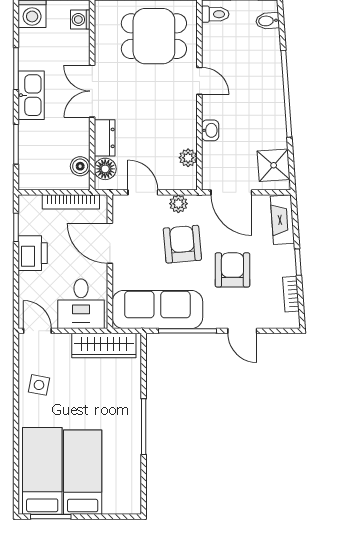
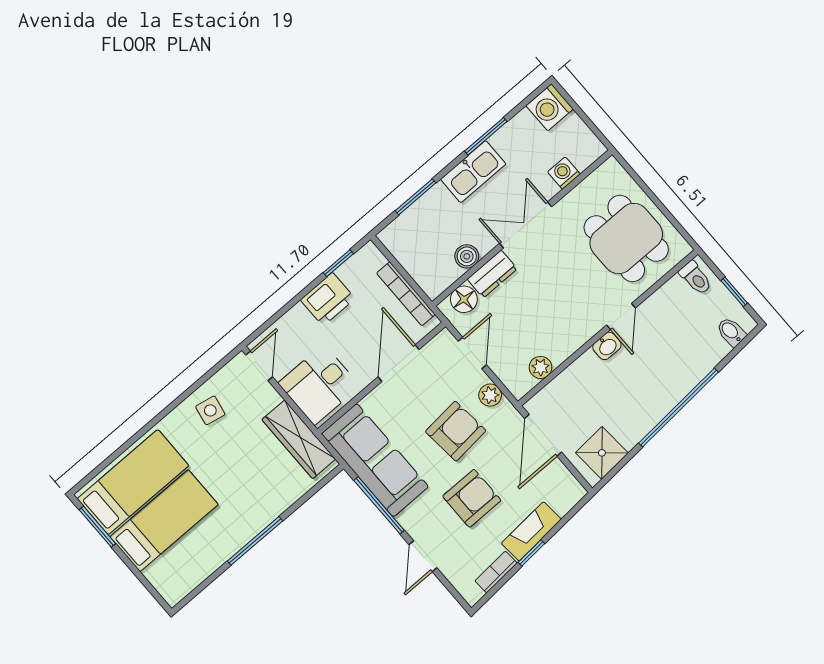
washing machine: (80, 19) -> (564, 173), moved
washbasin: (210, 130) -> (607, 346), moved
boiler: (80, 166) -> (467, 256), moved
fireplace: (282, 220) -> (531, 531), moved

